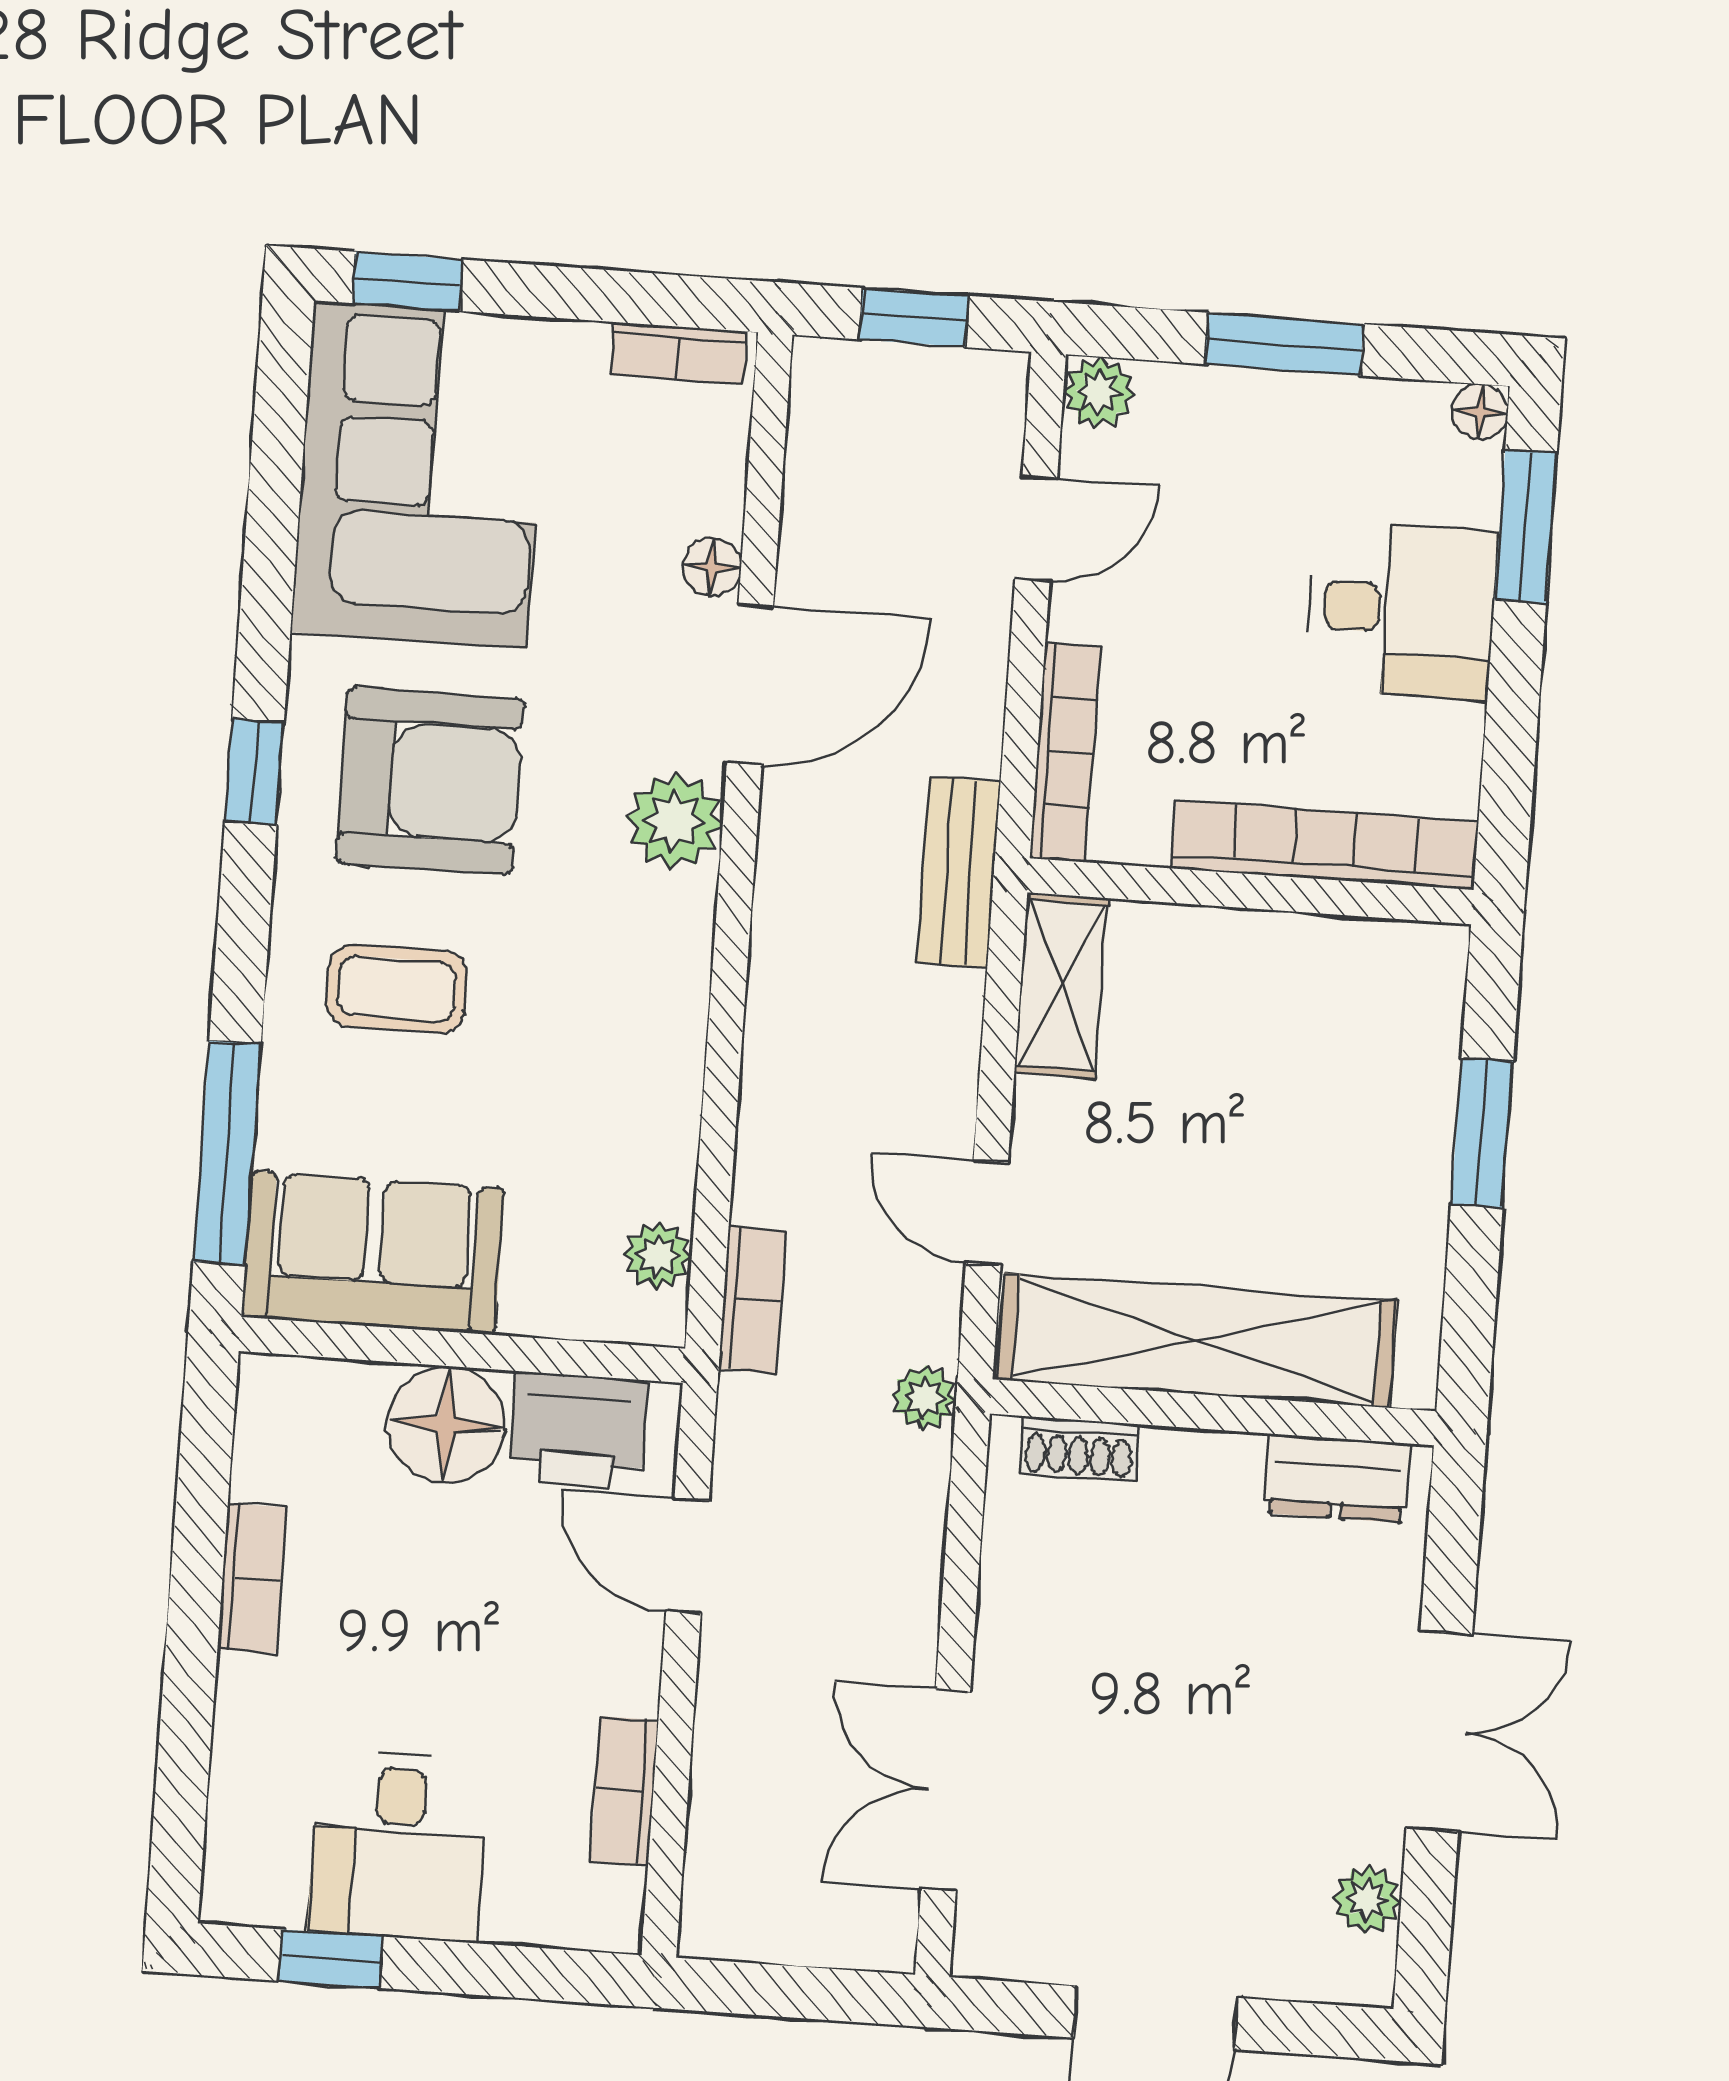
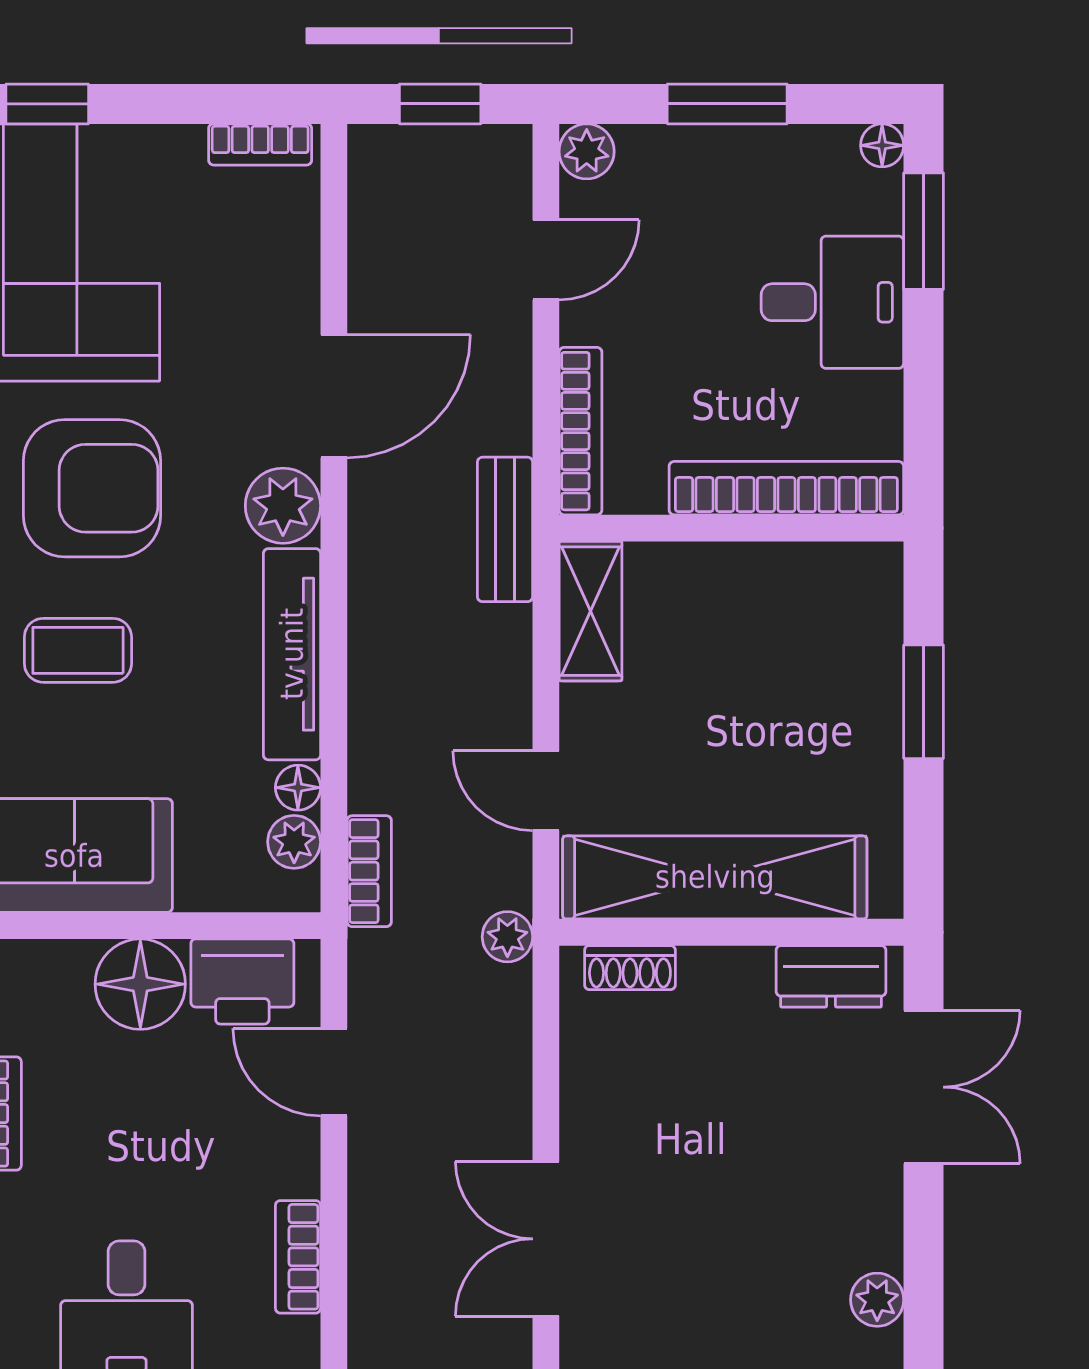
floor lamp: (712, 567) -> (298, 788), moved
tv unit: (672, 1013) -> (292, 654), added
double door: (1439, 1731) -> (924, 1087), moved

